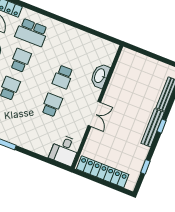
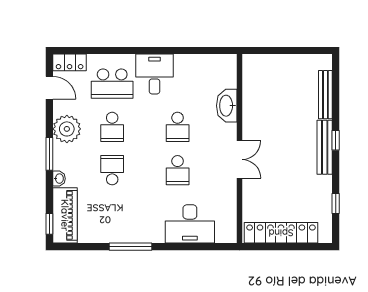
desk: (61, 37) -> (154, 74), added
school desk: (21, 60) -> (112, 127), turned 180
school desk: (52, 105) -> (178, 170), turned 180
desk: (65, 150) -> (190, 224), moved, width x1.37

